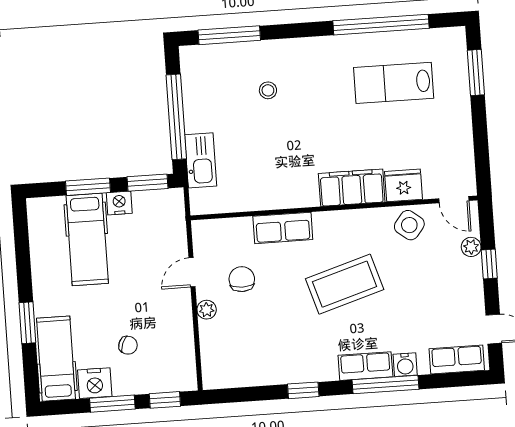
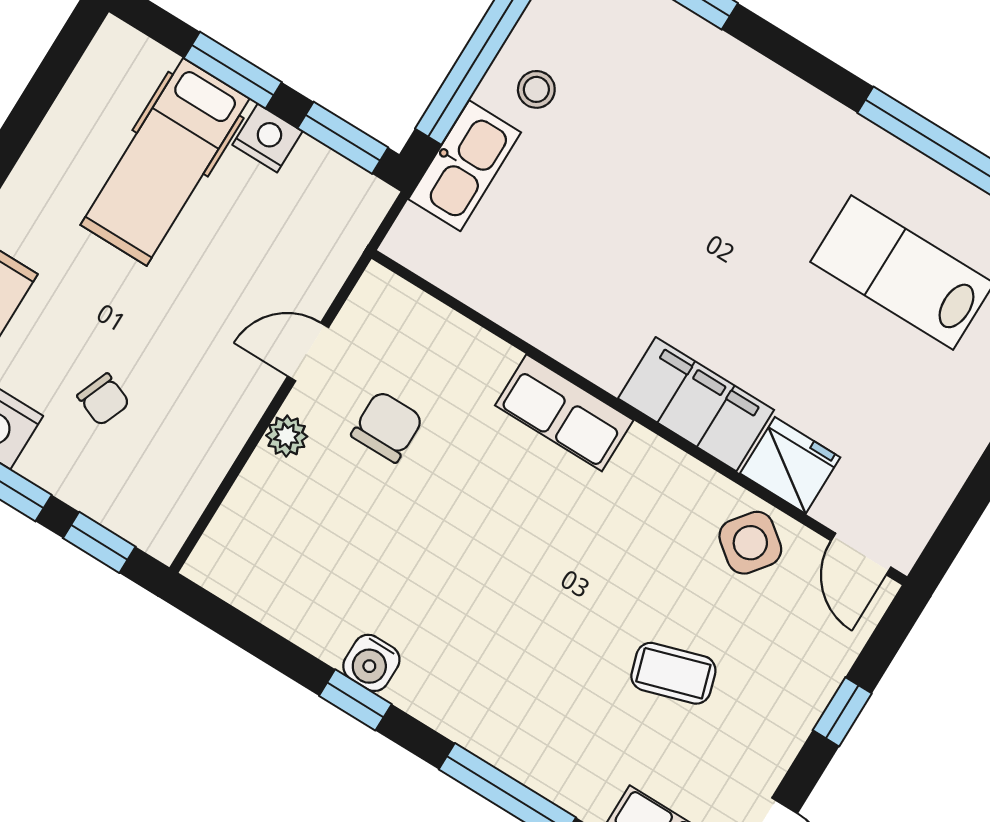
stool: (268, 90) -> (536, 89), moved
row of seats: (283, 228) -> (564, 413), moved
plant: (471, 247) -> (832, 659), removed
coffee table: (345, 284) -> (673, 673), moved, width x0.54, depth x0.58
water cooler: (405, 365) -> (371, 663), moved
row of seats: (365, 366) -> (495, 736), removed

